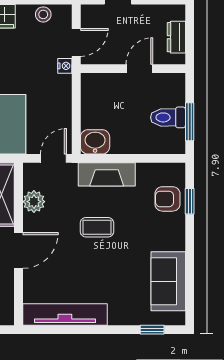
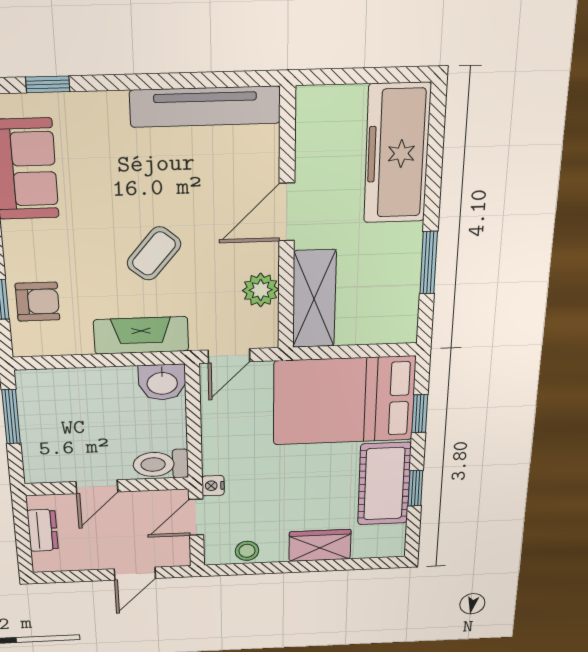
toilet: (168, 117) -> (161, 464), moved, turned 180
coffee table: (97, 227) -> (154, 253), turned -50

